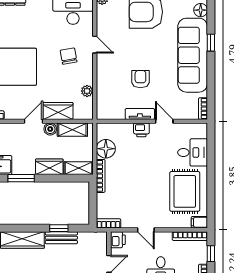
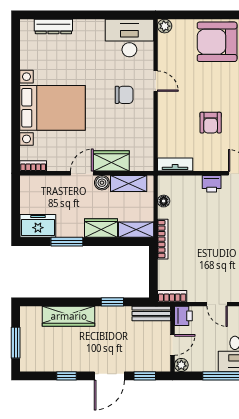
chair: (69, 56) -> (124, 95), turned 100
armchair: (140, 79) -> (211, 123), turned 180
plant: (87, 91) -> (146, 137), removed
tv unit: (140, 114) -> (175, 165), moved
floor lamp: (106, 149) -> (164, 201), width x0.53, depth x0.53
bench: (61, 238) -> (151, 313), moved

